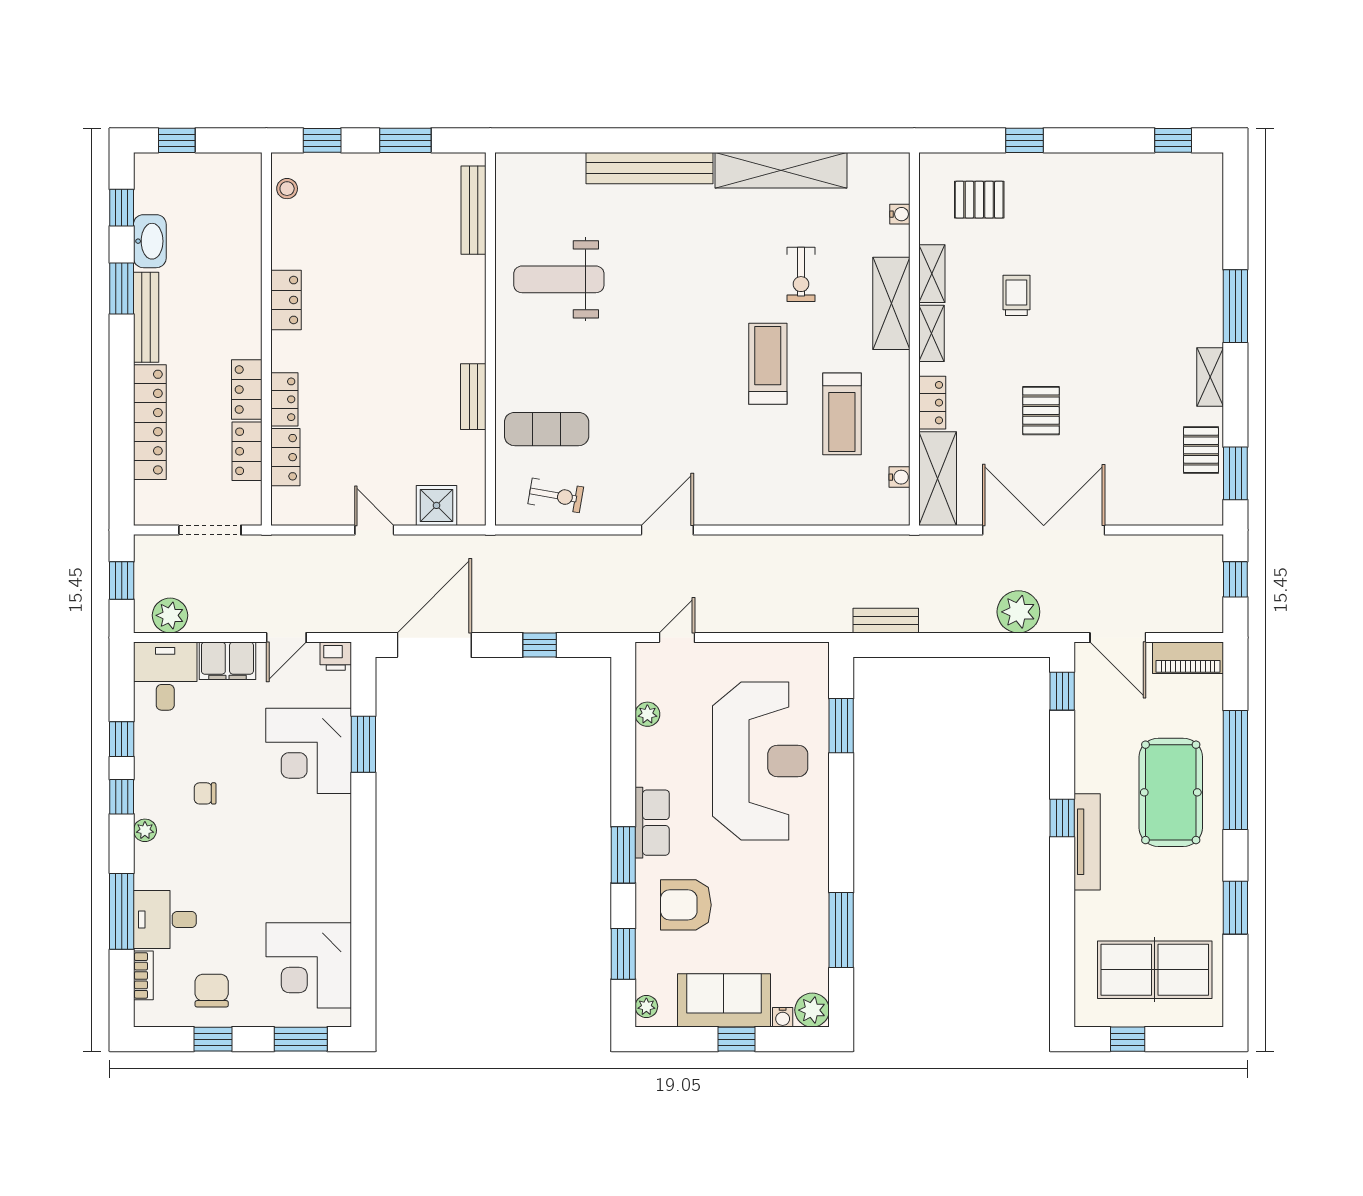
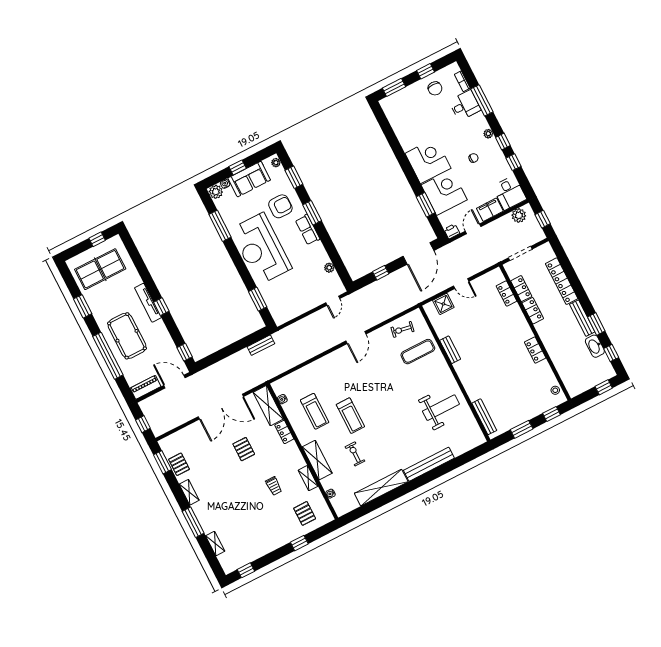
pallet: (979, 200) -> (305, 513), turned 90
shelving: (932, 333) -> (215, 544), moved
locker: (284, 399) -> (517, 314), removed
treadmill: (842, 414) -> (315, 411), turned 180
plant: (1018, 612) -> (215, 373), removed
reception desk: (760, 761) -> (261, 249), moved
corner desk: (309, 965) -> (428, 161), moved

